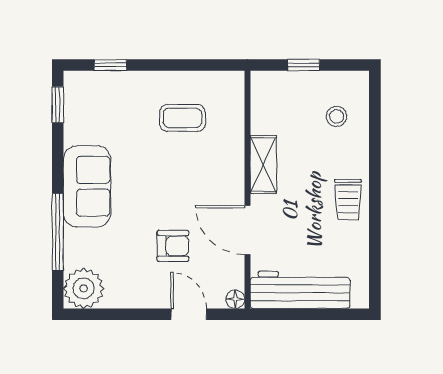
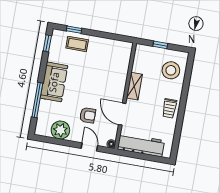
stool: (337, 116) -> (171, 70), width x1.89, depth x1.89
coffee table: (183, 118) -> (77, 44), moved
plant: (84, 288) -> (60, 130), moved

